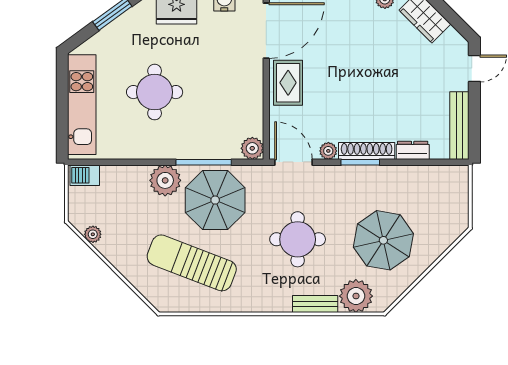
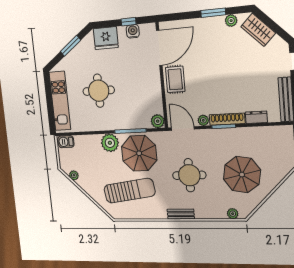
sun lounger: (192, 263) -> (129, 191), turned 151
plant: (356, 296) -> (233, 214), width x0.53, depth x0.53
bench: (315, 304) -> (181, 214), moved

